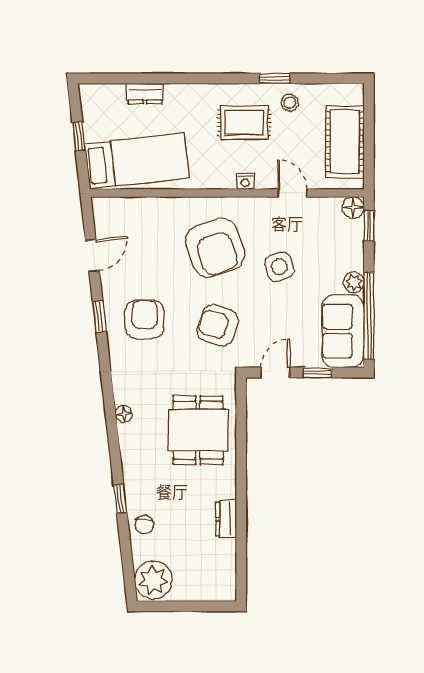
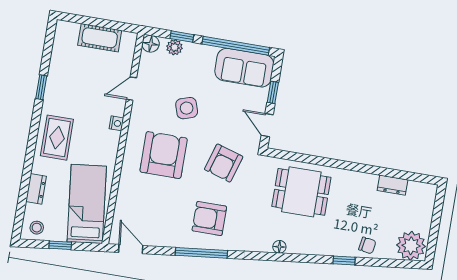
stool: (290, 103) -> (37, 228), moved
rug: (244, 123) -> (57, 138), moved
cot: (345, 142) -> (100, 38), width x0.73, depth x0.75
window: (369, 226) -> (182, 37), moved
armchair: (215, 248) -> (164, 155), turned -70
door: (92, 256) -> (131, 249), moved
plant: (354, 282) -> (174, 47), moved
window: (99, 317) -> (201, 253), width x2.17
dresser: (226, 519) -> (392, 185), moved

